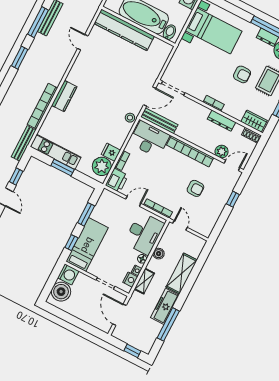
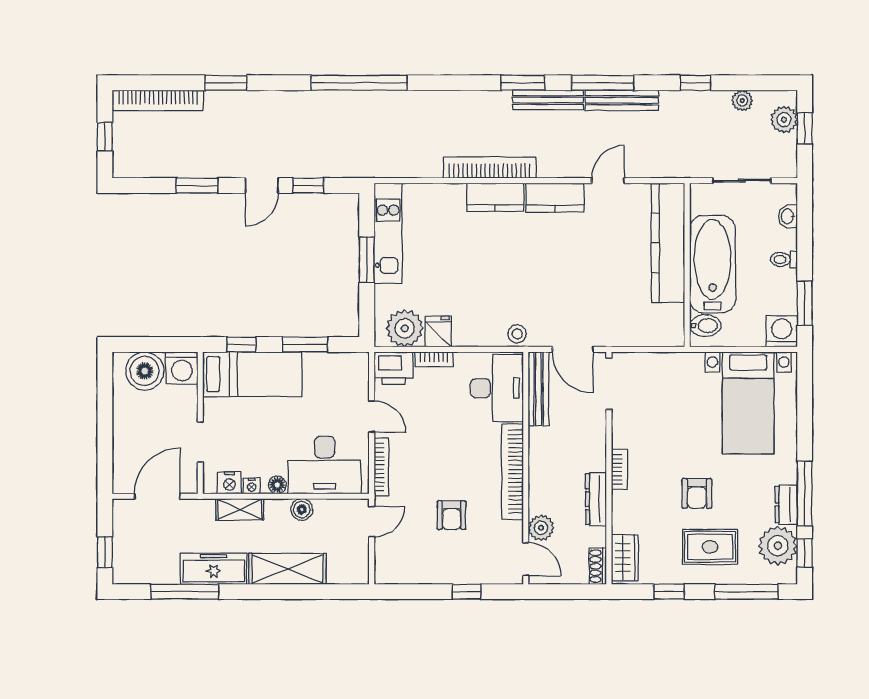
kitchen counter: (78, 70) -> (555, 198), added
bookcase: (42, 106) -> (490, 168), moved
bench: (24, 143) -> (548, 100), moved

